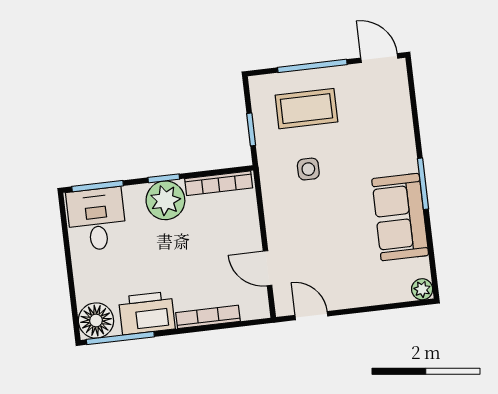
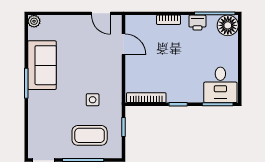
plant: (165, 200) -> (179, 91), removed
printer: (147, 313) -> (197, 23), width x0.53, depth x0.68
bookcase: (208, 317) -> (168, 20), width x0.64

